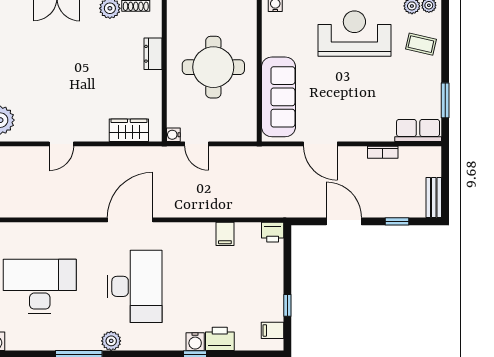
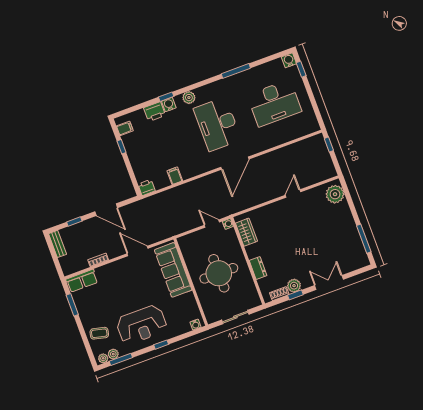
wardrobe: (129, 130) -> (246, 232), moved, turned -90
plant: (111, 341) -> (189, 98), moved

